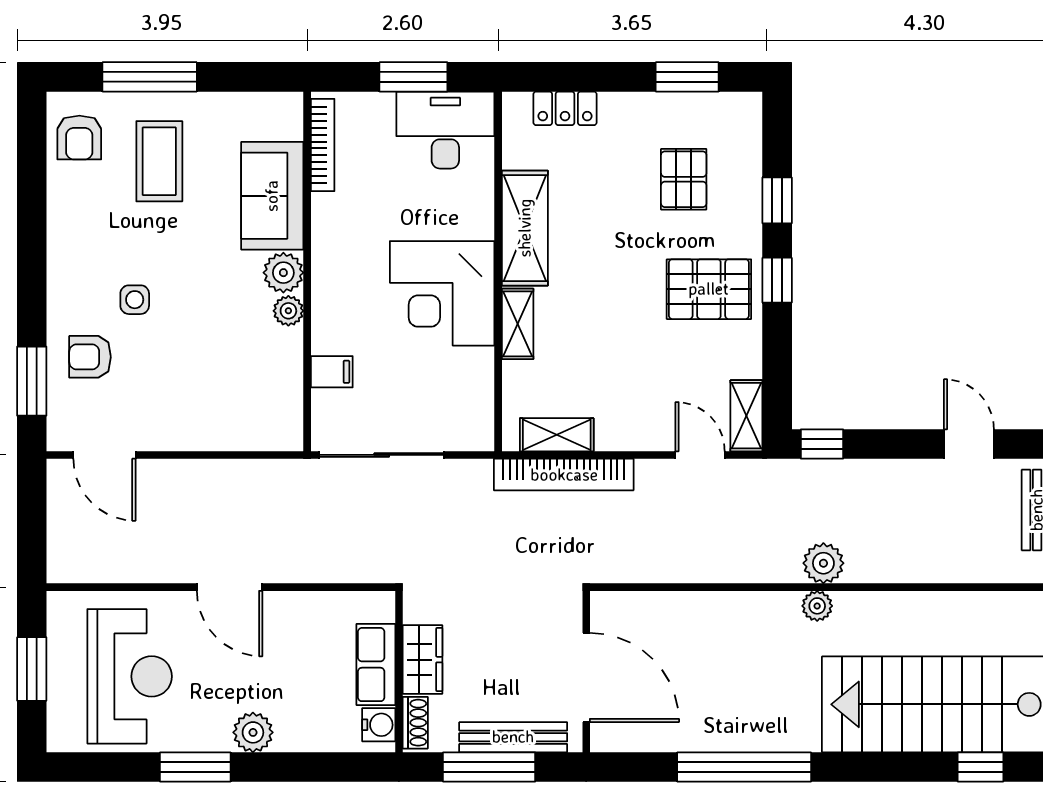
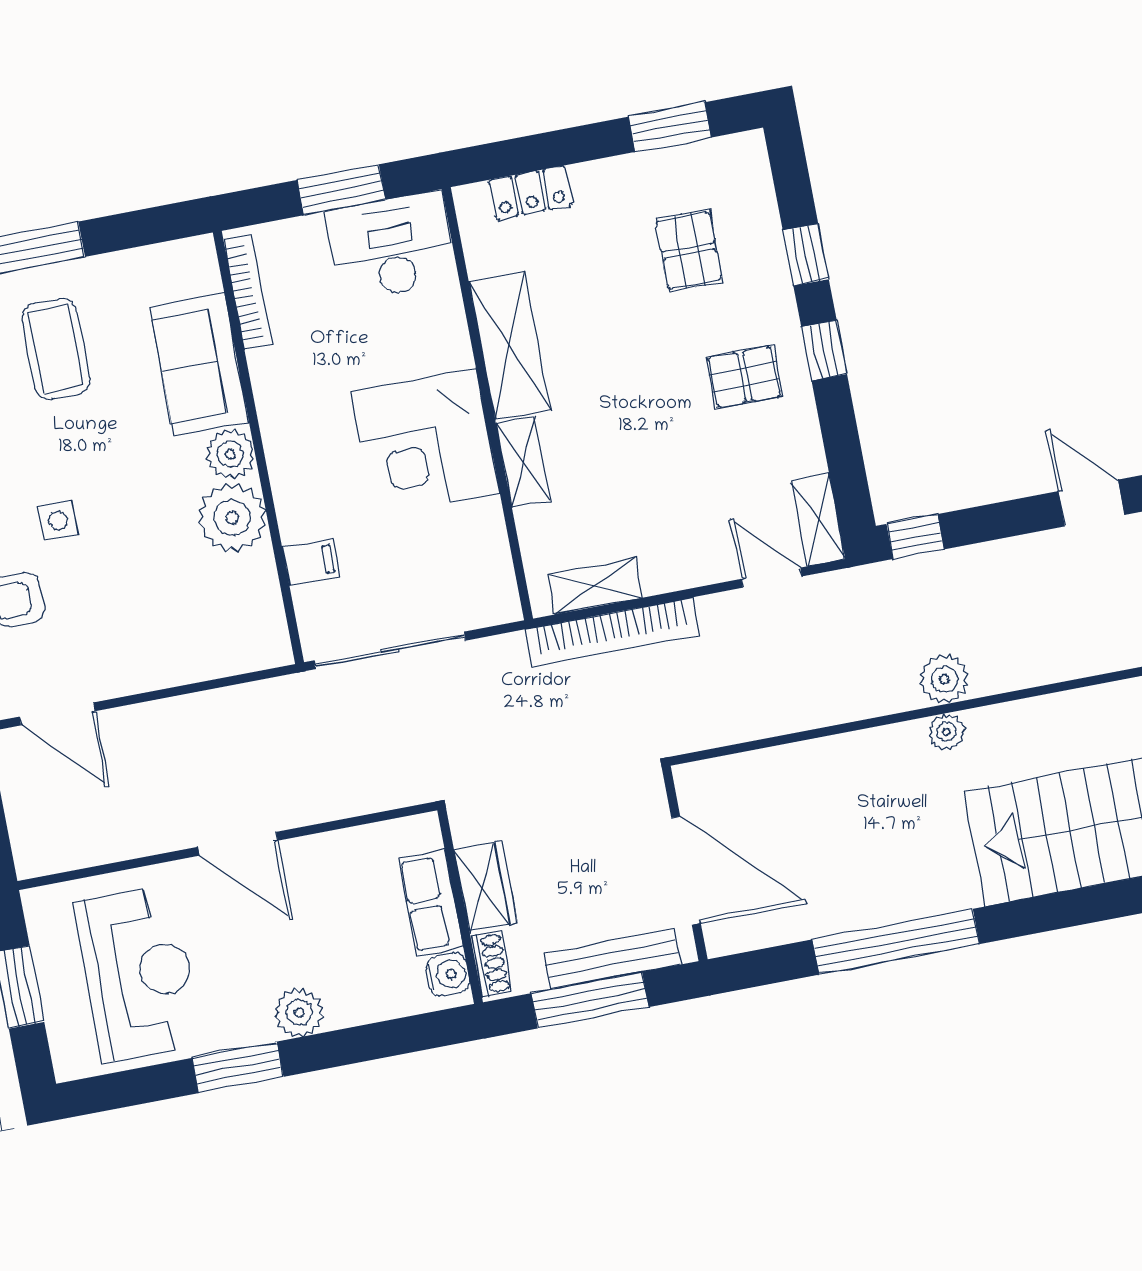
pallet: (709, 289) -> (744, 377), width x0.67, depth x0.71
plant: (288, 311) -> (232, 518), width x1.88, depth x1.88

